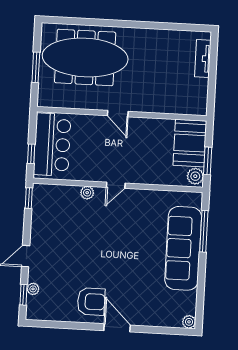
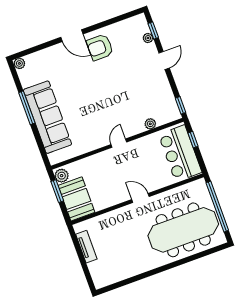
tv unit: (203, 59) -> (86, 247), moved
window: (36, 67) -> (217, 207), width x2.11
plant: (87, 193) -> (150, 124), moved
window: (204, 231) -> (27, 108), moved

